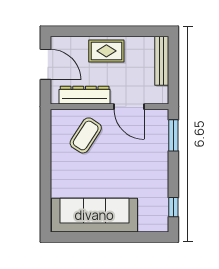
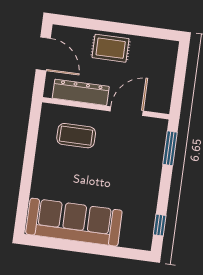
bench: (162, 61) -> (168, 67), removed
door: (129, 107) -> (127, 111), swing flipped
coffee table: (86, 135) -> (76, 136), turned 57

